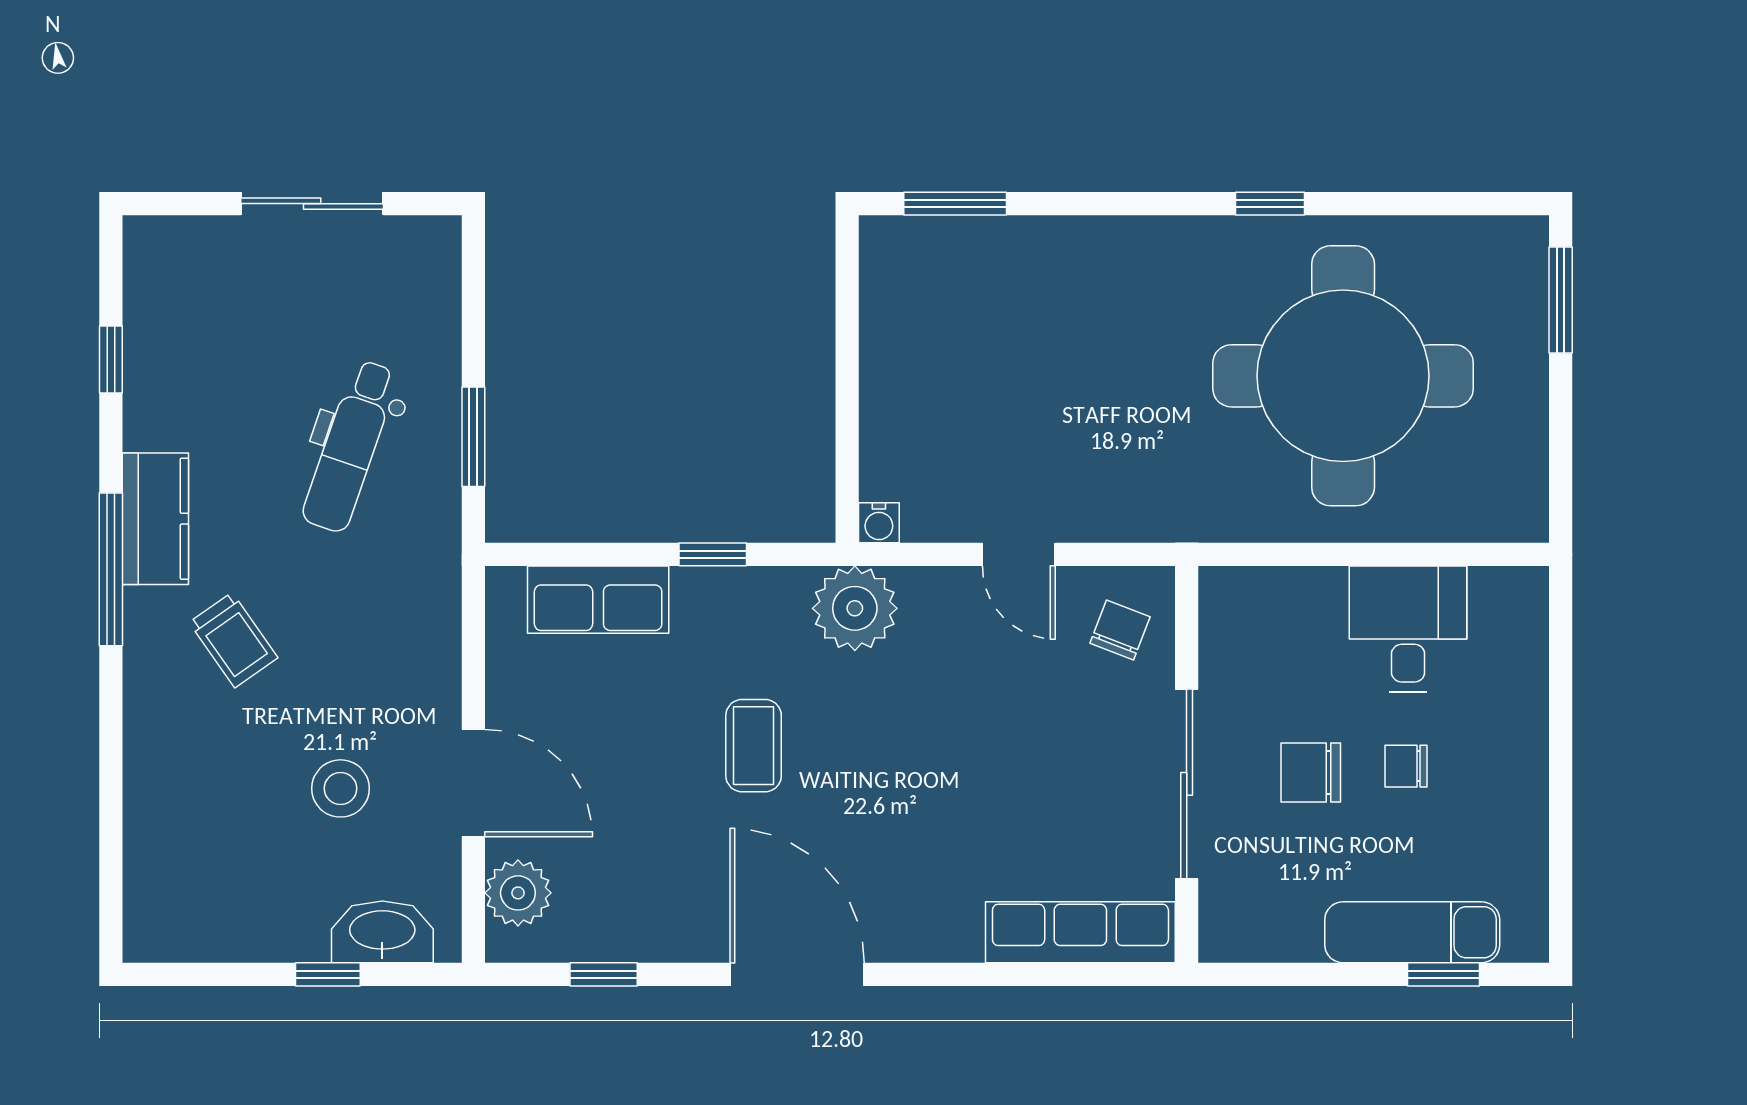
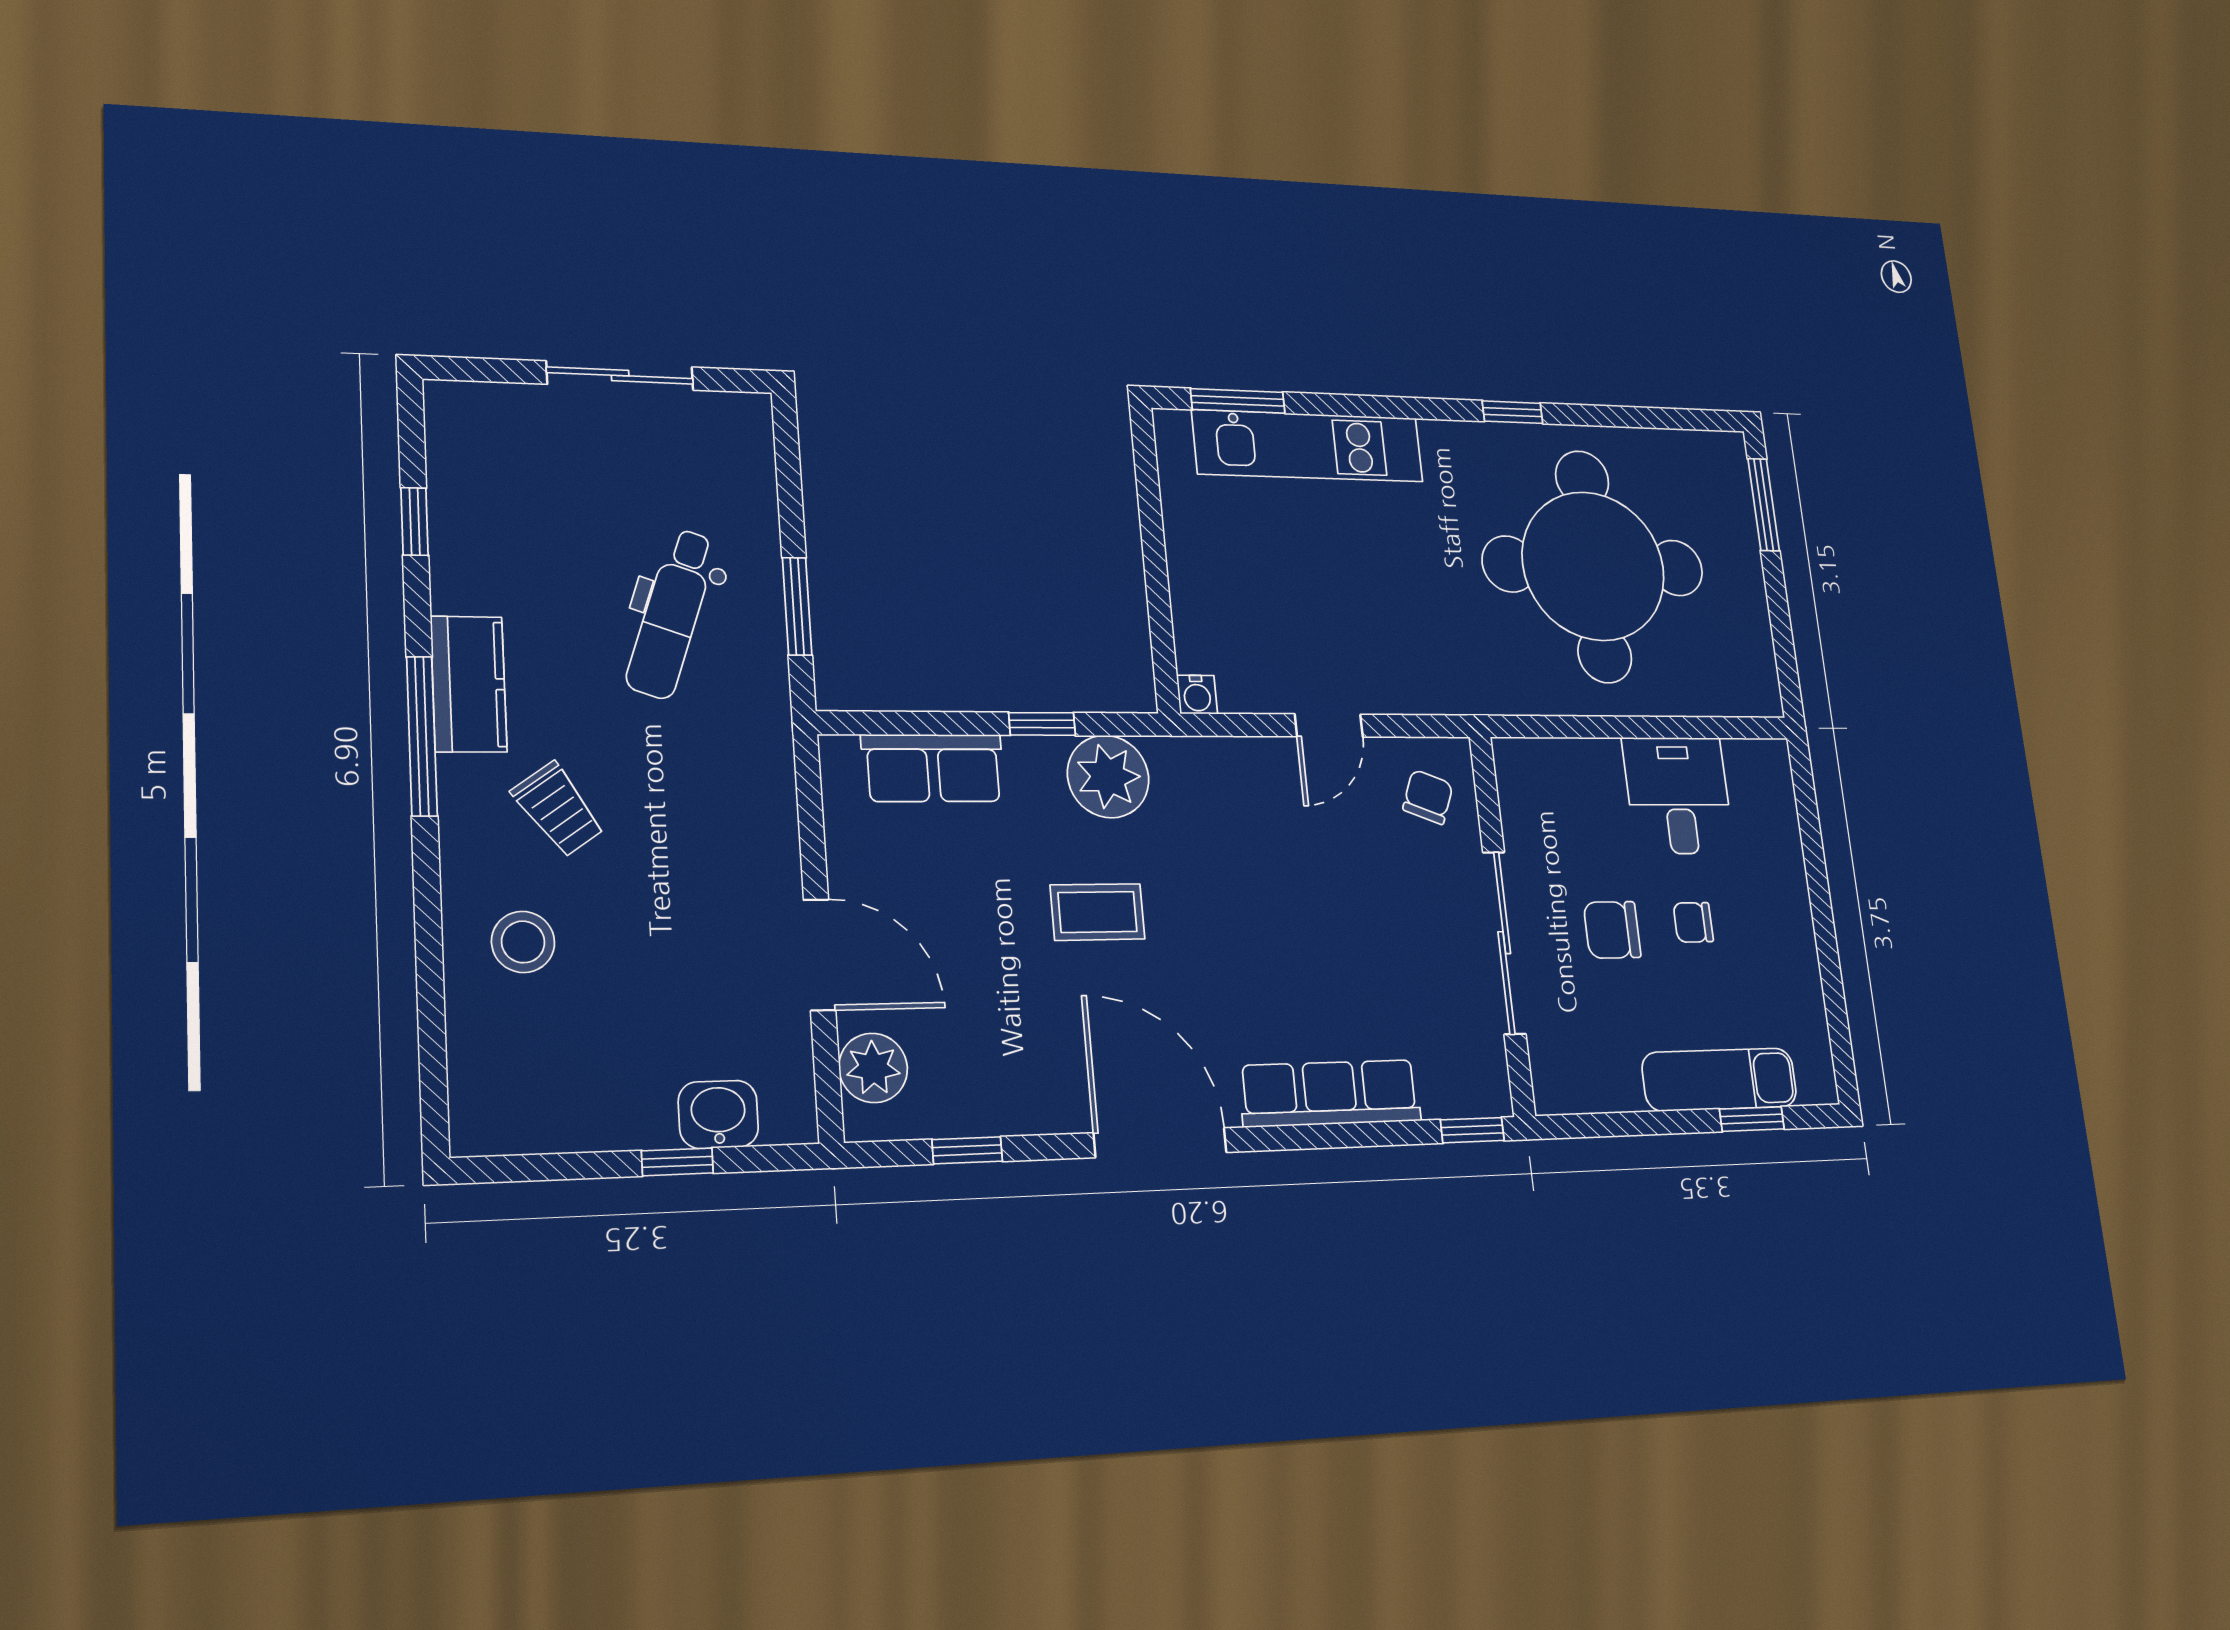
kitchen unit: (1029, 251) -> (1308, 446), added
door: (1019, 554) -> (1329, 726), hinge flipped
plant: (855, 608) -> (1108, 776), moved
coffee table: (754, 746) -> (1097, 912), turned 90
stool: (340, 788) -> (523, 942), moved
washbasin: (382, 932) -> (718, 1114), width x0.72
row of seats: (1080, 932) -> (1330, 1093), moved
window: (1127, 974) -> (1472, 1130), added

